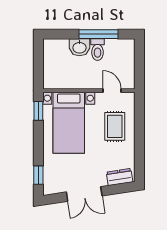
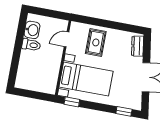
window: (98, 34) -> (19, 42), removed
washbasin: (79, 47) -> (32, 30), moved
rug: (115, 126) -> (96, 42), turned 90

